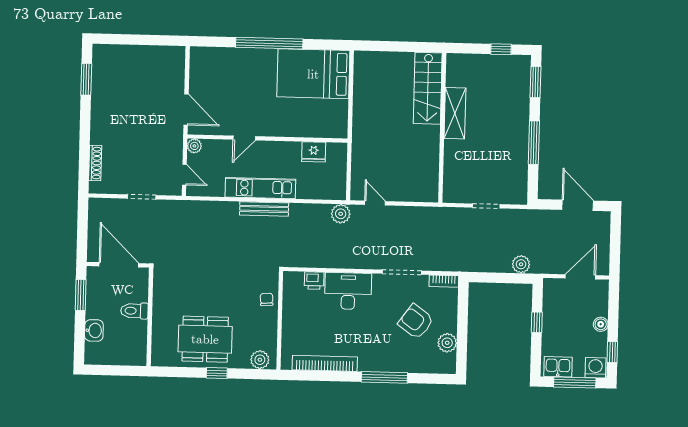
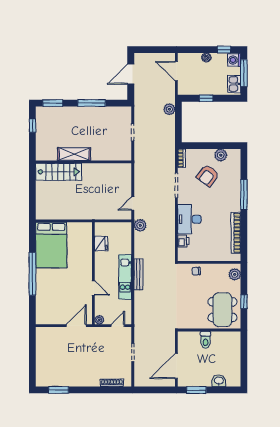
toilet: (134, 311) -> (206, 340), moved
wall: (150, 317) -> (209, 330), moved

